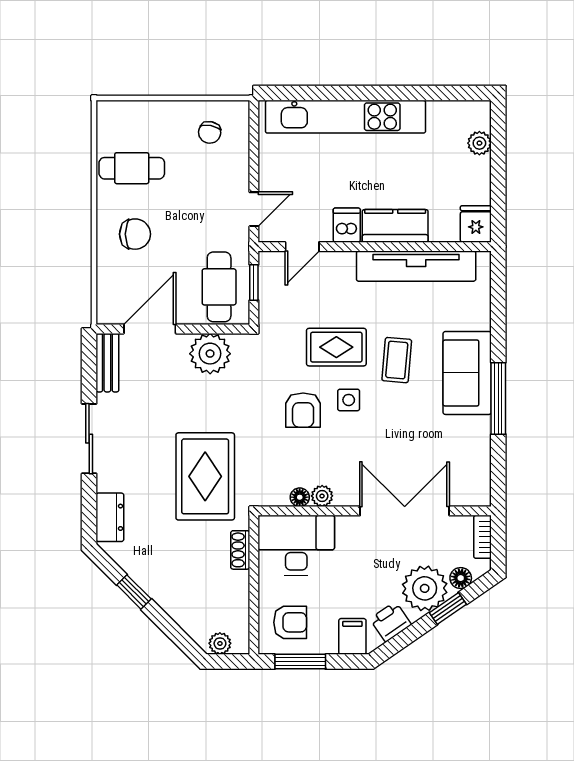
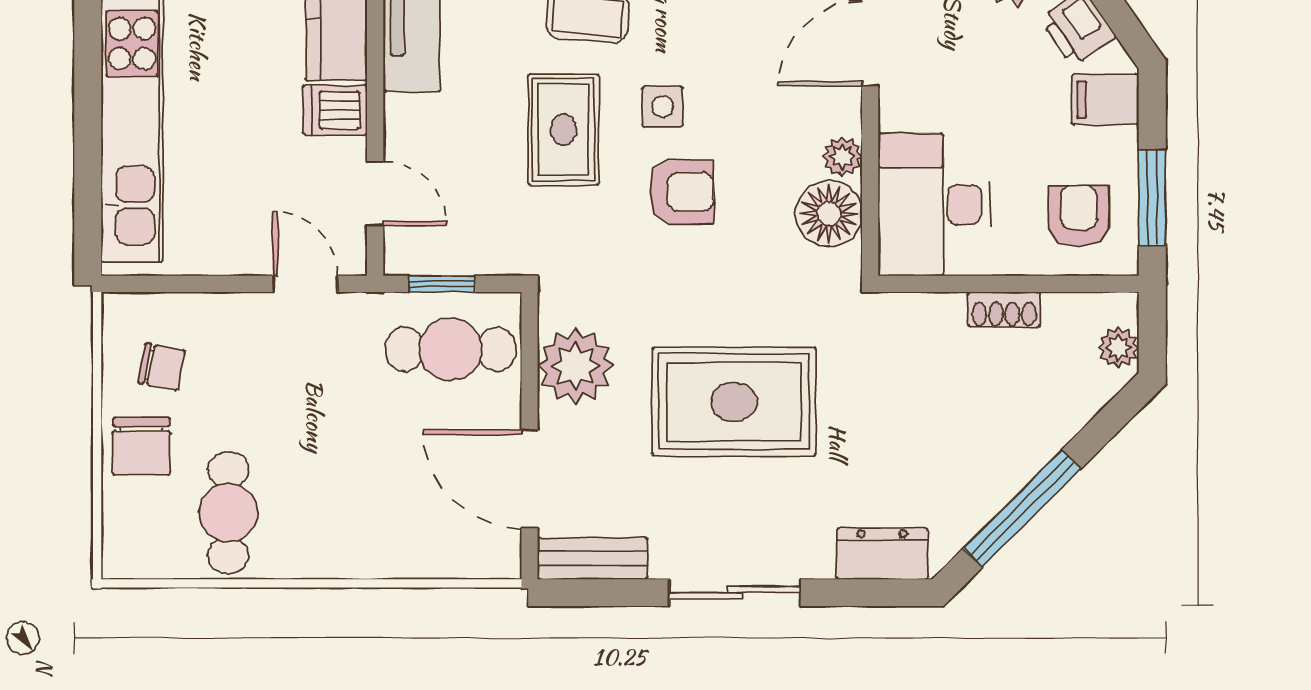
chair: (135, 234) -> (141, 446), moved, turned 180
rug: (205, 476) -> (734, 402), moved
floor lamp: (300, 497) -> (829, 214), width x1.89, depth x1.89
shoe rack: (240, 550) -> (1004, 309), moved
window: (134, 592) -> (1022, 509), width x2.17

